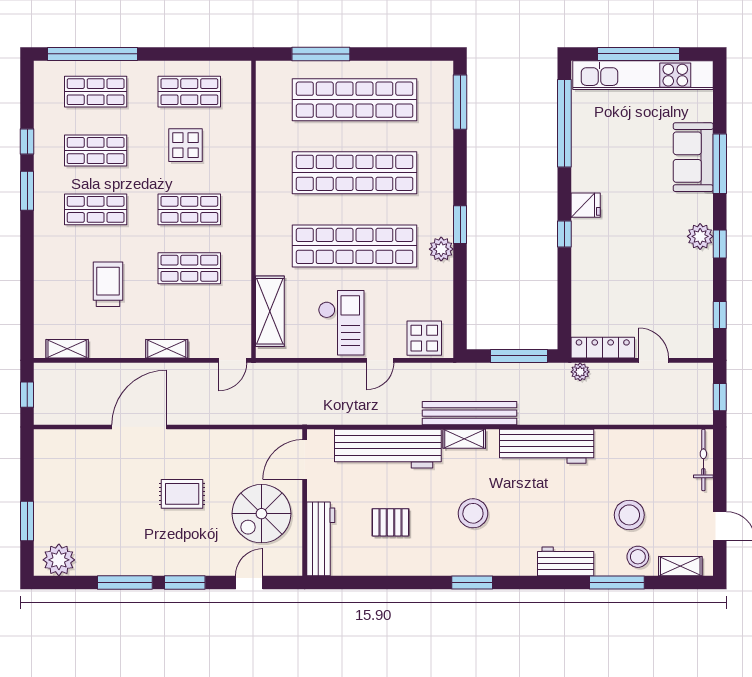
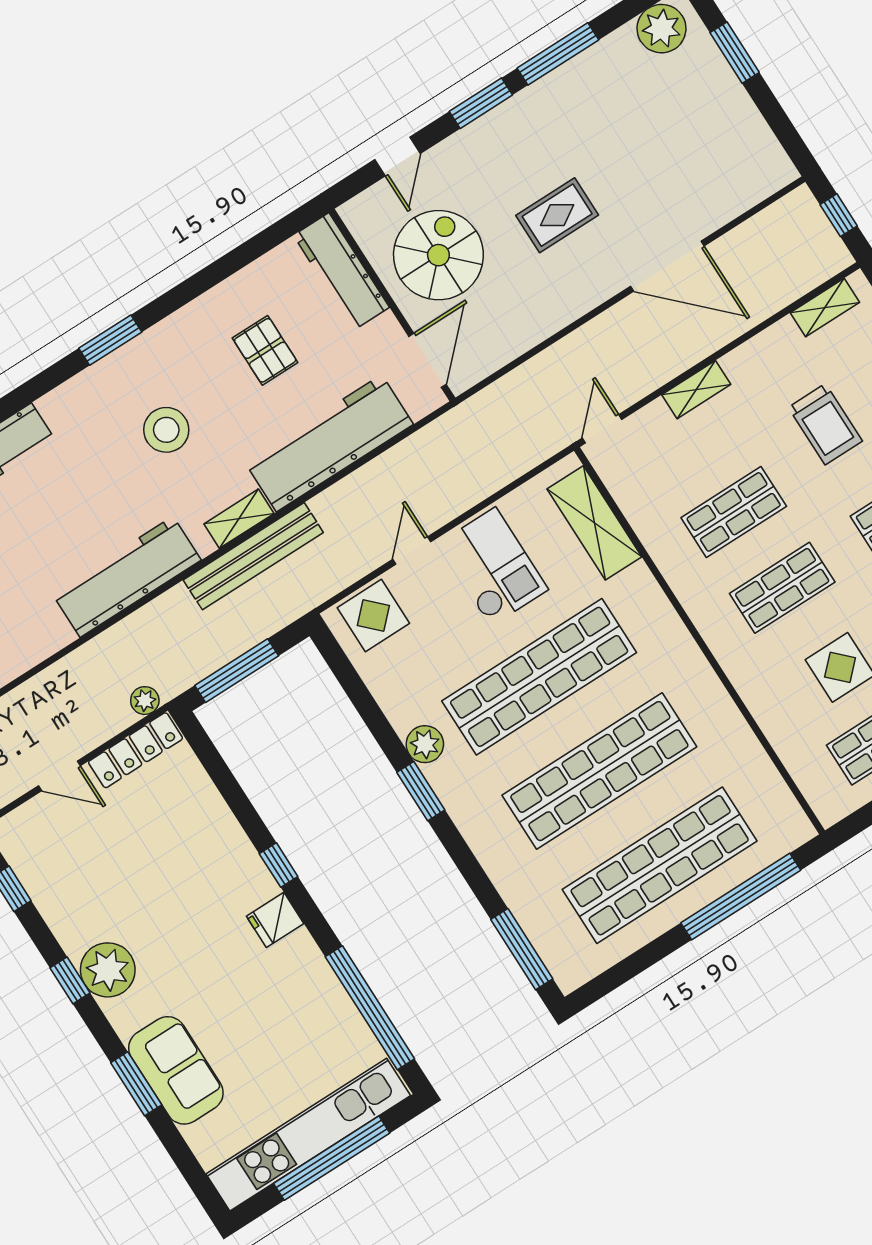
window: (321, 54) -> (741, 897), width x1.46
window: (720, 164) -> (136, 1084), width x0.69
plant: (700, 236) -> (108, 970), width x1.36, depth x1.36
checkout: (341, 323) -> (493, 567), turned 180
door: (139, 427) -> (667, 266), hinge flipped
pallet: (390, 522) -> (265, 350), turned 90

